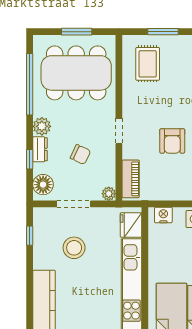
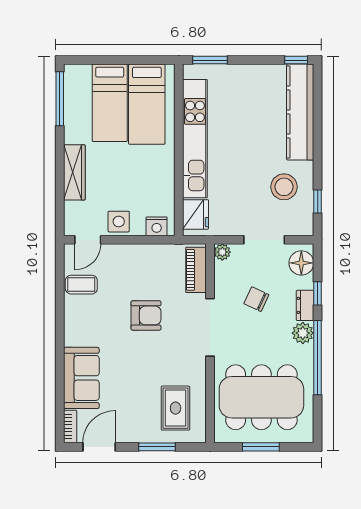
window: (30, 84) -> (318, 358), moved
doorway: (119, 131) -> (210, 327), width x1.87
armchair: (172, 141) -> (146, 315), turned 90
stool: (74, 248) -> (284, 187), moved

